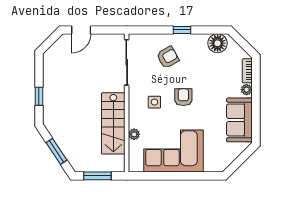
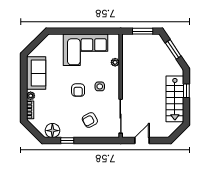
door: (81, 30) -> (142, 140), moved
window: (182, 30) -> (67, 140), moved
stairs: (113, 123) -> (175, 99), moved, turned 180

